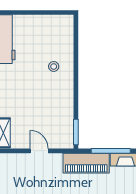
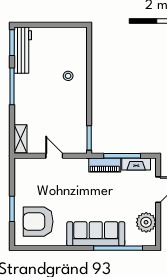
piano: (86, 163) -> (105, 165), width x0.73, depth x0.75

